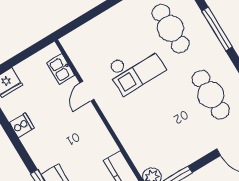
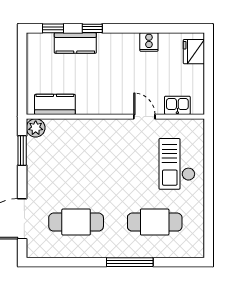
checkout: (136, 68) -> (177, 164), moved

